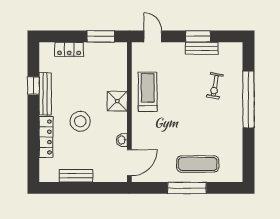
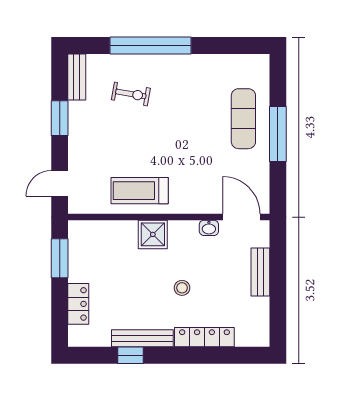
bench: (202, 48) -> (77, 77), moved
stool: (80, 121) -> (182, 288), width x0.53, depth x0.53
bench: (76, 176) -> (260, 272), moved

